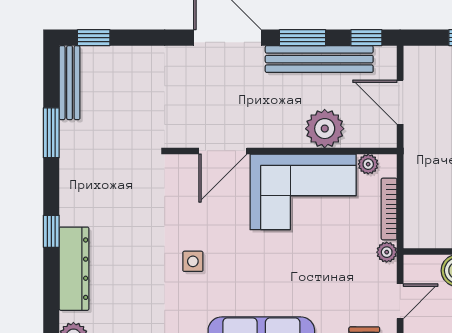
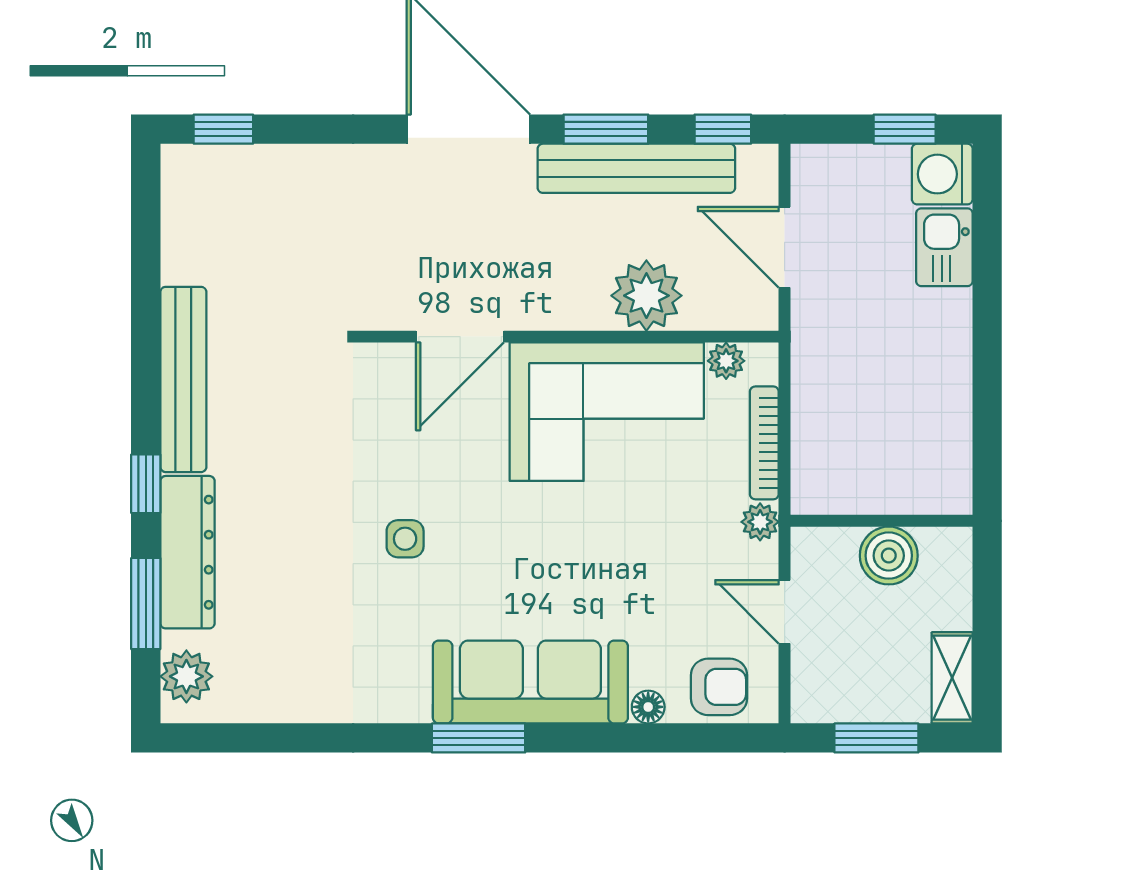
bench: (70, 83) -> (183, 379), moved, width x1.37, depth x1.21
window: (51, 133) -> (146, 604), moved
door: (400, 301) -> (785, 612), swing flipped

